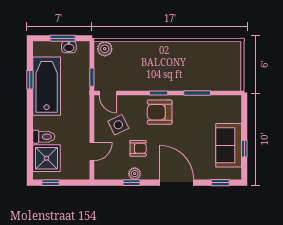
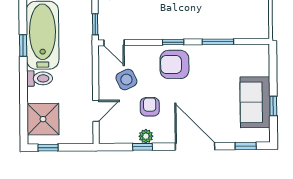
window: (30, 80) -> (23, 46), moved
toilet: (44, 137) -> (40, 78), moved
armchair: (138, 148) -> (150, 107), turned -90

